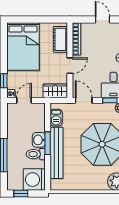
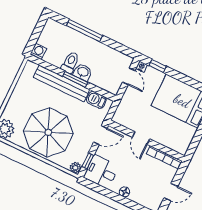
cot: (60, 39) -> (171, 141), removed
wardrobe: (55, 91) -> (123, 112), removed
washing machine: (34, 180) -> (38, 51), width x0.53, depth x0.53
window: (21, 194) -> (38, 29), removed

